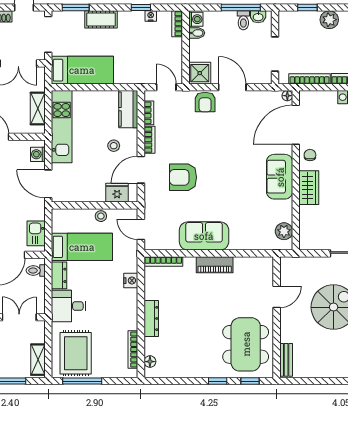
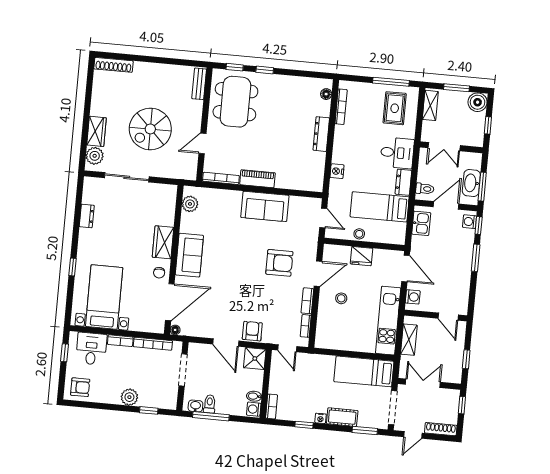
nightstand: (151, 16) -> (320, 418), moved
kitchen counter: (128, 109) -> (324, 331), removed
fridge: (117, 193) -> (362, 256), moved
bookcase: (163, 261) -> (221, 178), moved
rug: (76, 353) -> (395, 108), width x0.73, depth x0.70

